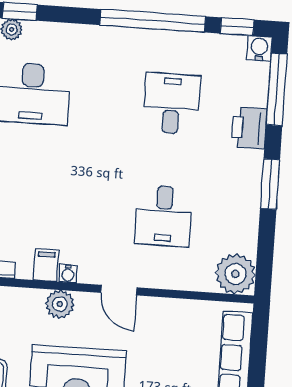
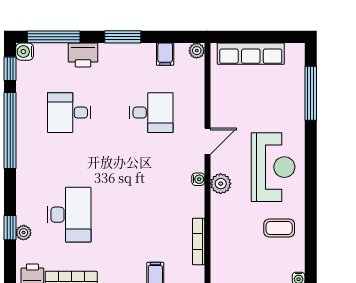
filing cabinet: (46, 265) -> (165, 54), moved, turned -90
plant: (235, 274) -> (197, 51), width x0.53, depth x0.53

